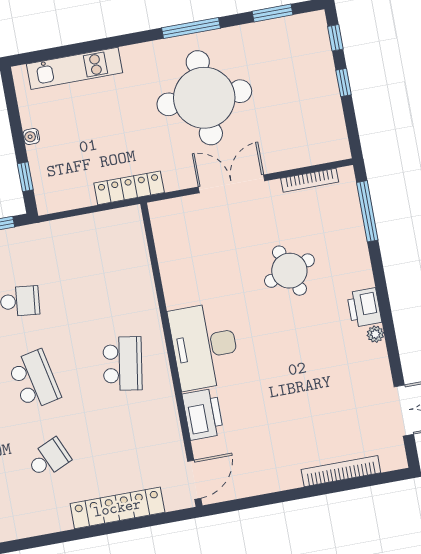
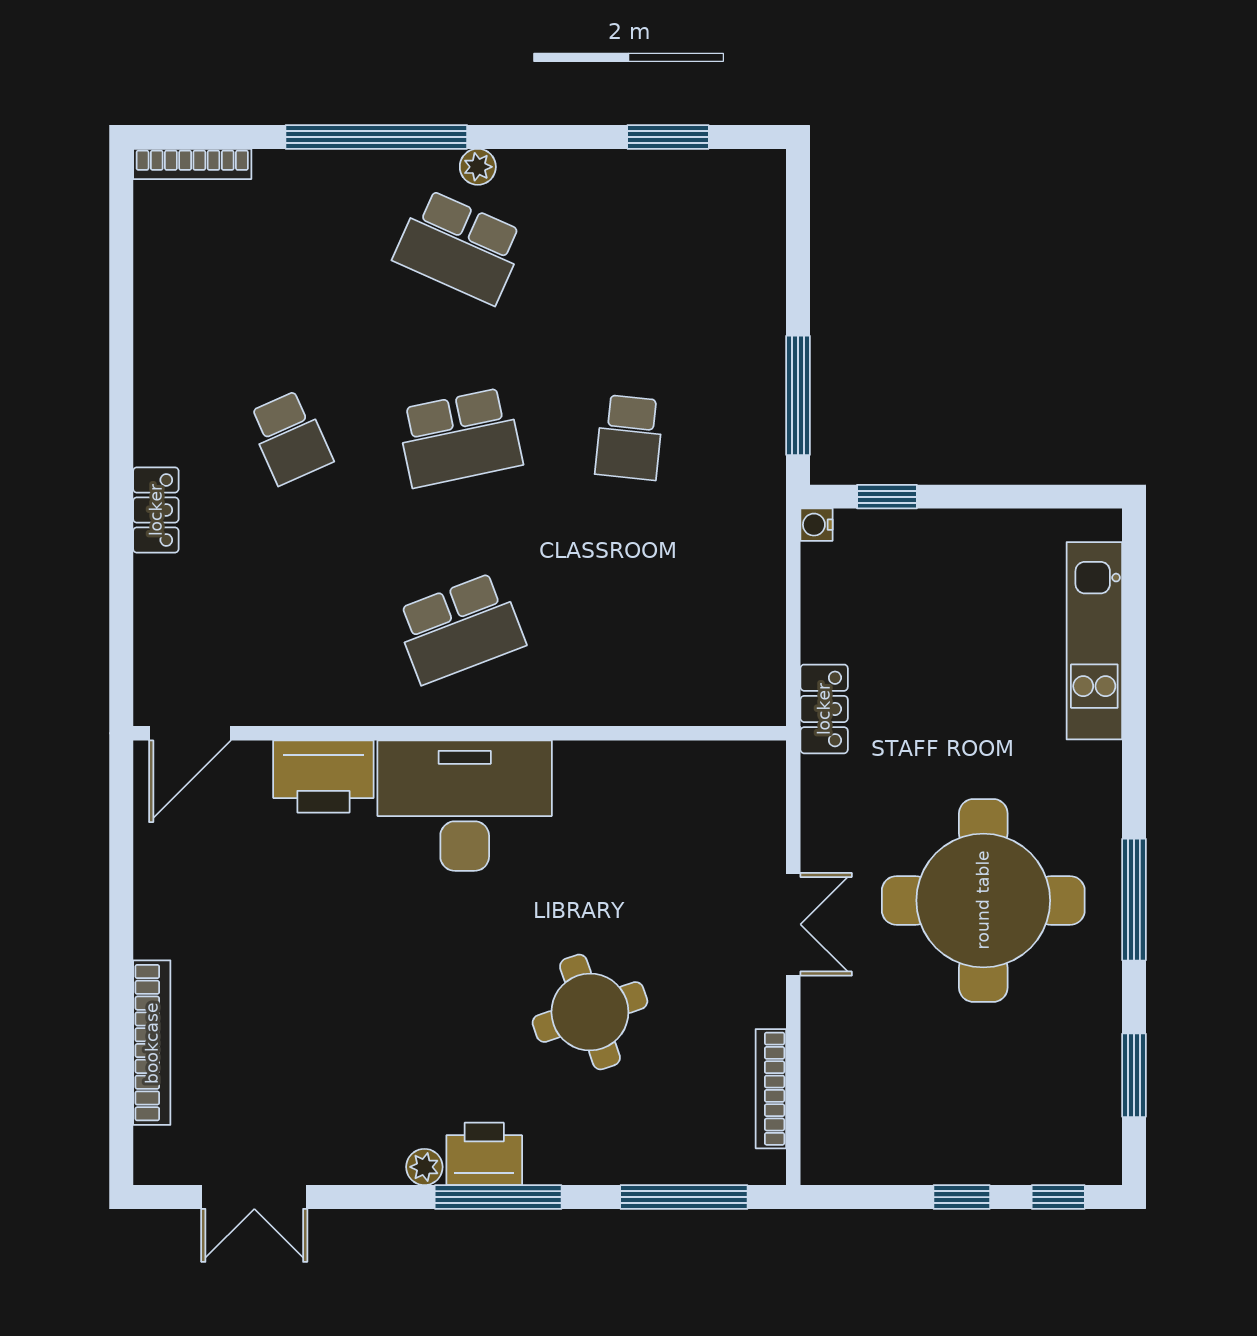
water cooler: (31, 137) -> (817, 525), moved, turned -90
double door: (231, 184) -> (793, 924), width x0.73
locker: (129, 188) -> (824, 709), width x0.66
window: (383, 297) -> (498, 1197), added
school desk: (123, 364) -> (460, 628), turned -30
door: (194, 480) -> (190, 733), hinge flipped
locker: (117, 508) -> (156, 510), width x0.46, depth x0.83

